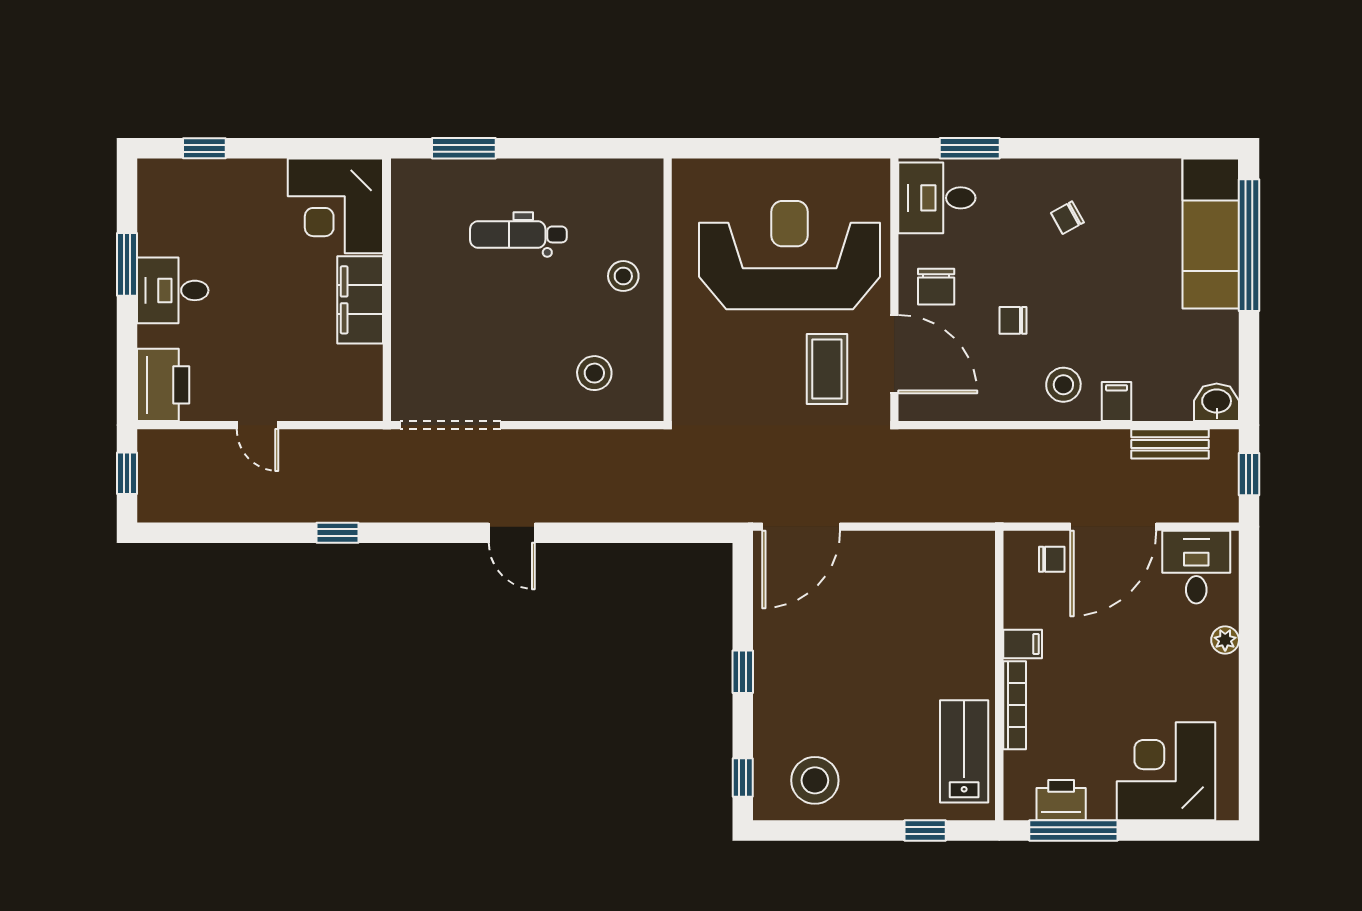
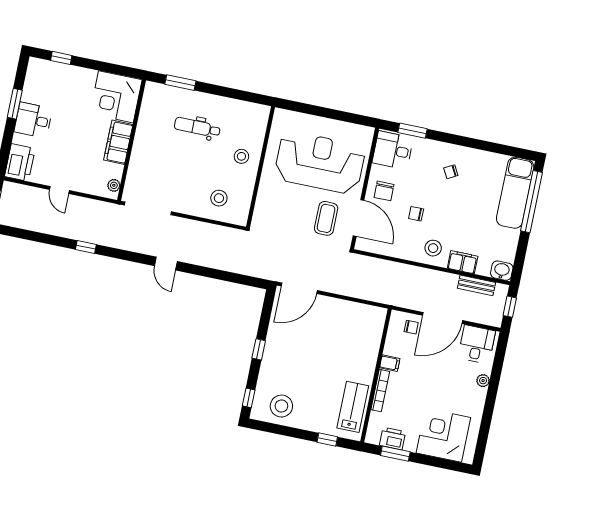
plant: (369, 392) -> (114, 185), added
filing cabinet: (1117, 401) -> (463, 262), width x2.00
window: (1073, 830) -> (395, 454), width x0.69

